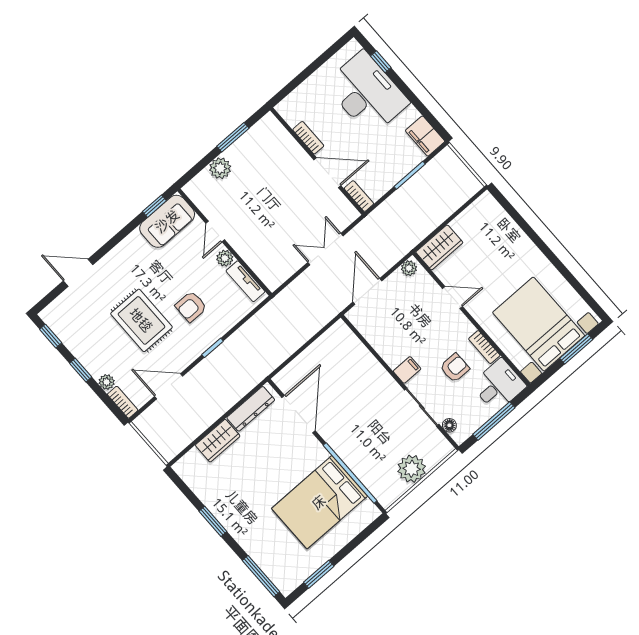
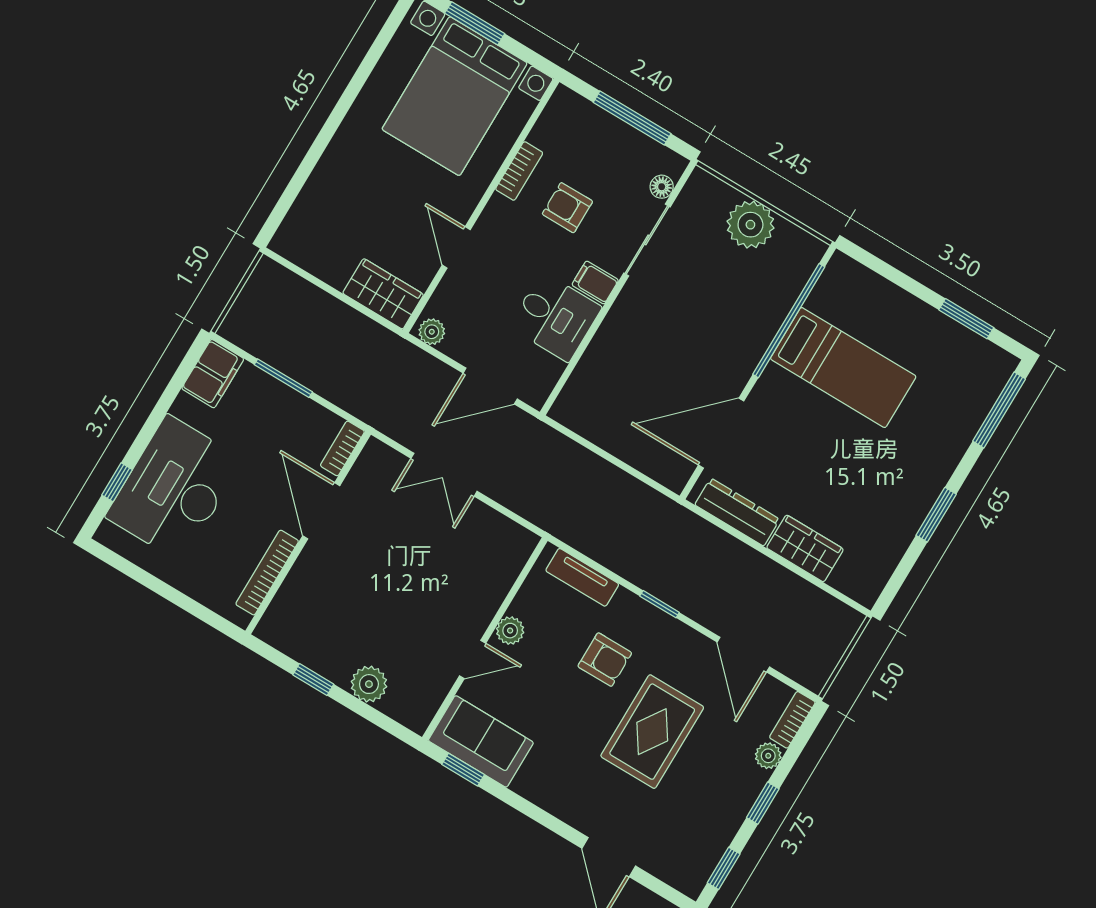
window: (233, 137) -> (313, 680), width x0.67
bookcase: (308, 138) -> (267, 573), width x1.56
tv unit: (245, 281) -> (582, 577), moved, turned 90
desk: (499, 385) -> (555, 317), moved, turned 180
bed: (319, 502) -> (843, 368), width x0.67

